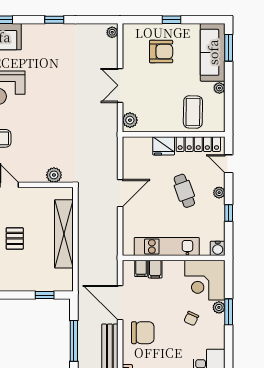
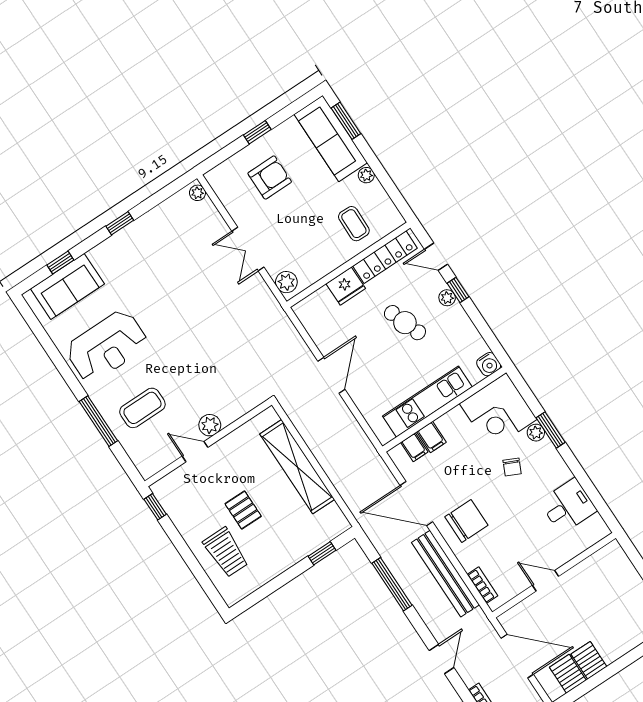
coffee table: (193, 112) -> (354, 224), width x0.73, depth x0.77
plant: (54, 175) -> (210, 425), moved
window: (229, 213) -> (458, 290), moved

